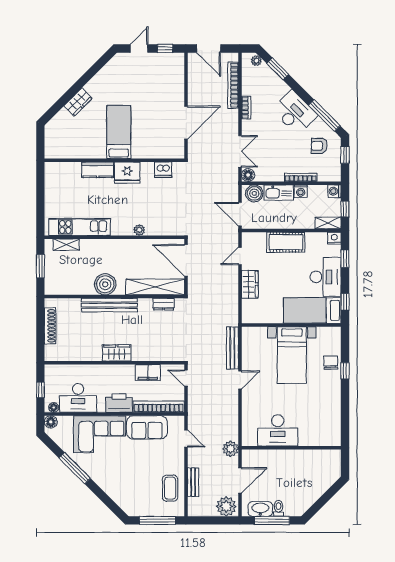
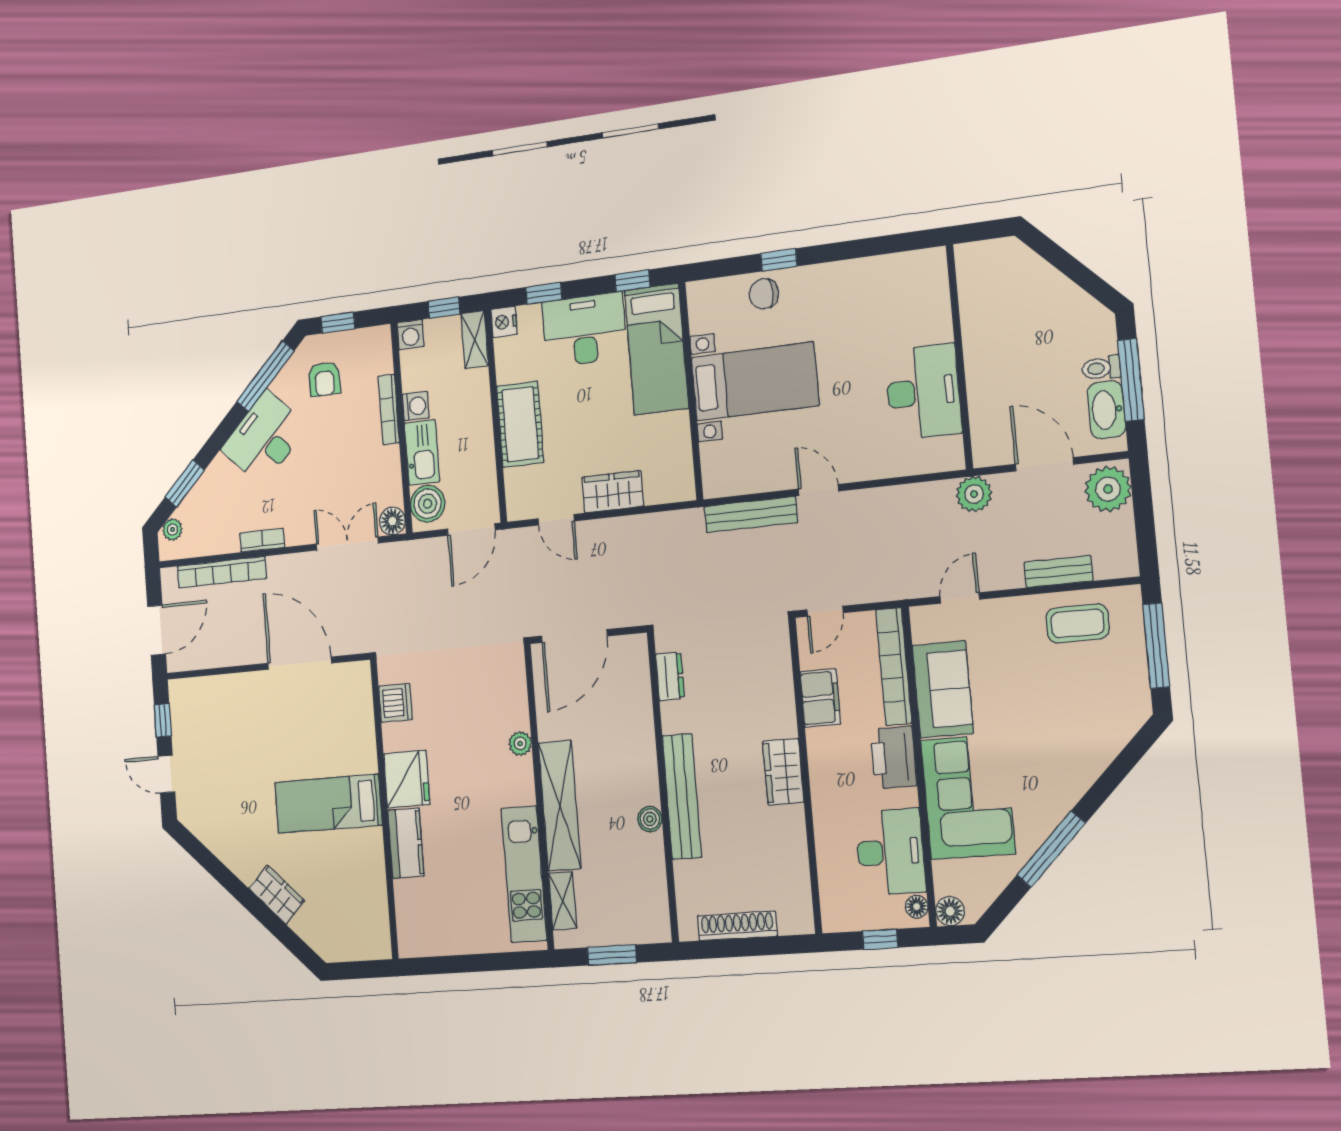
boiler: (105, 284) -> (650, 819), width x0.54, depth x0.54
shelving: (155, 287) -> (560, 806), moved

